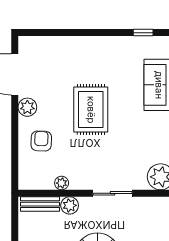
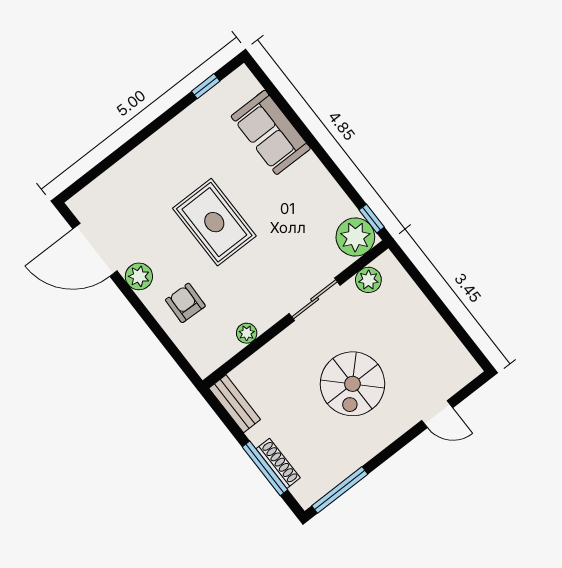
bench: (40, 204) -> (235, 404), moved, turned 90
plant: (70, 205) -> (368, 280), moved

